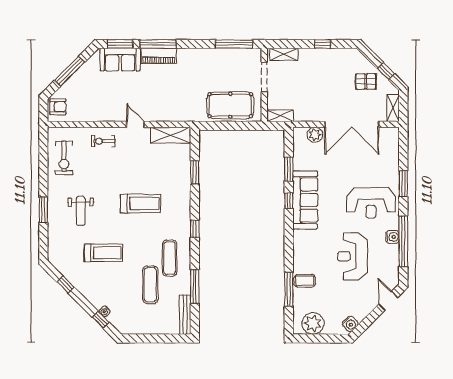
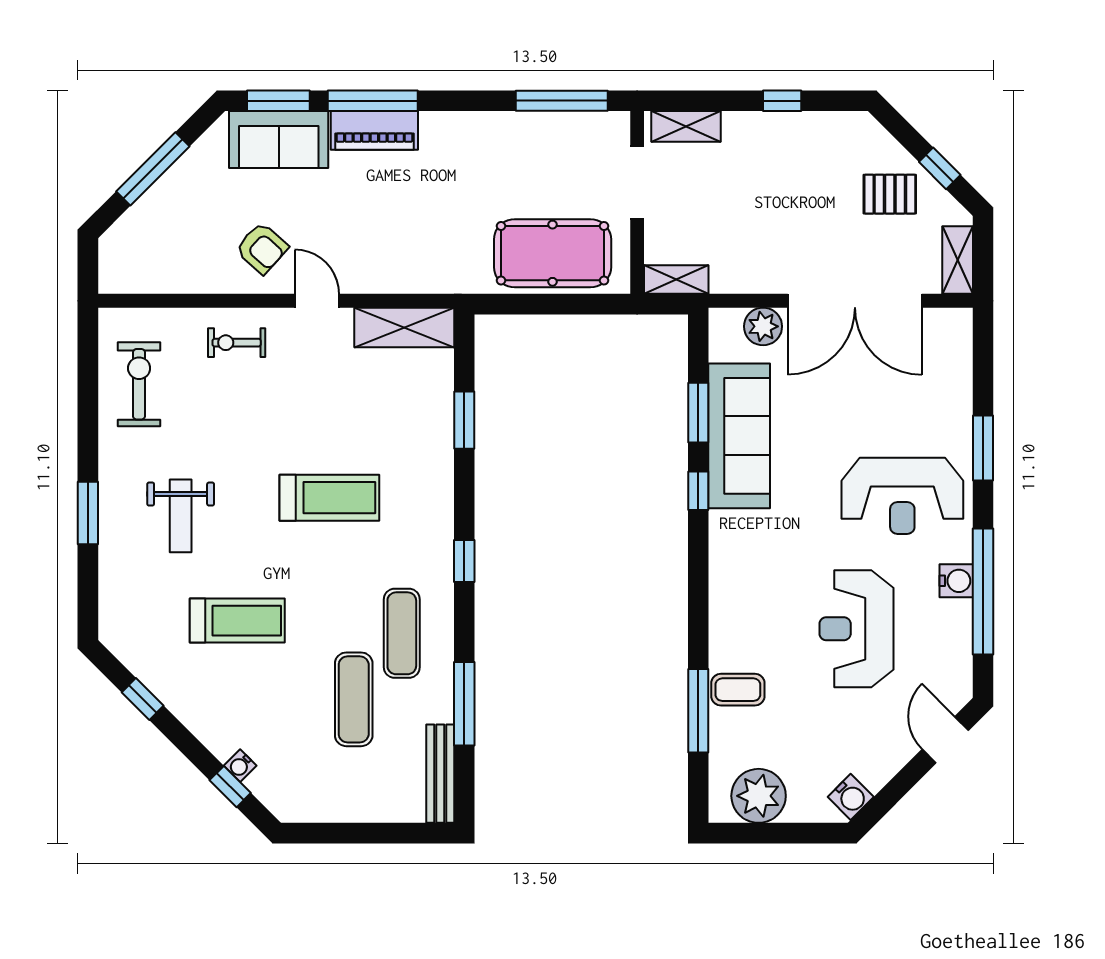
armchair: (58, 107) -> (262, 248), moved, turned 42
exercise bike: (64, 158) -> (139, 384), turned 180
sofa: (305, 200) -> (739, 436), moved

